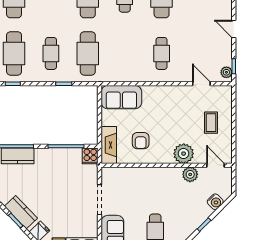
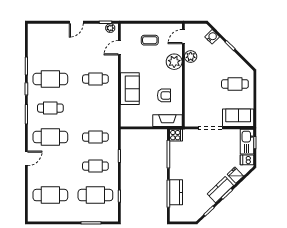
cafe table: (88, 53) -> (95, 137), width x0.73, depth x0.74
sofa: (121, 97) -> (130, 89), moved

